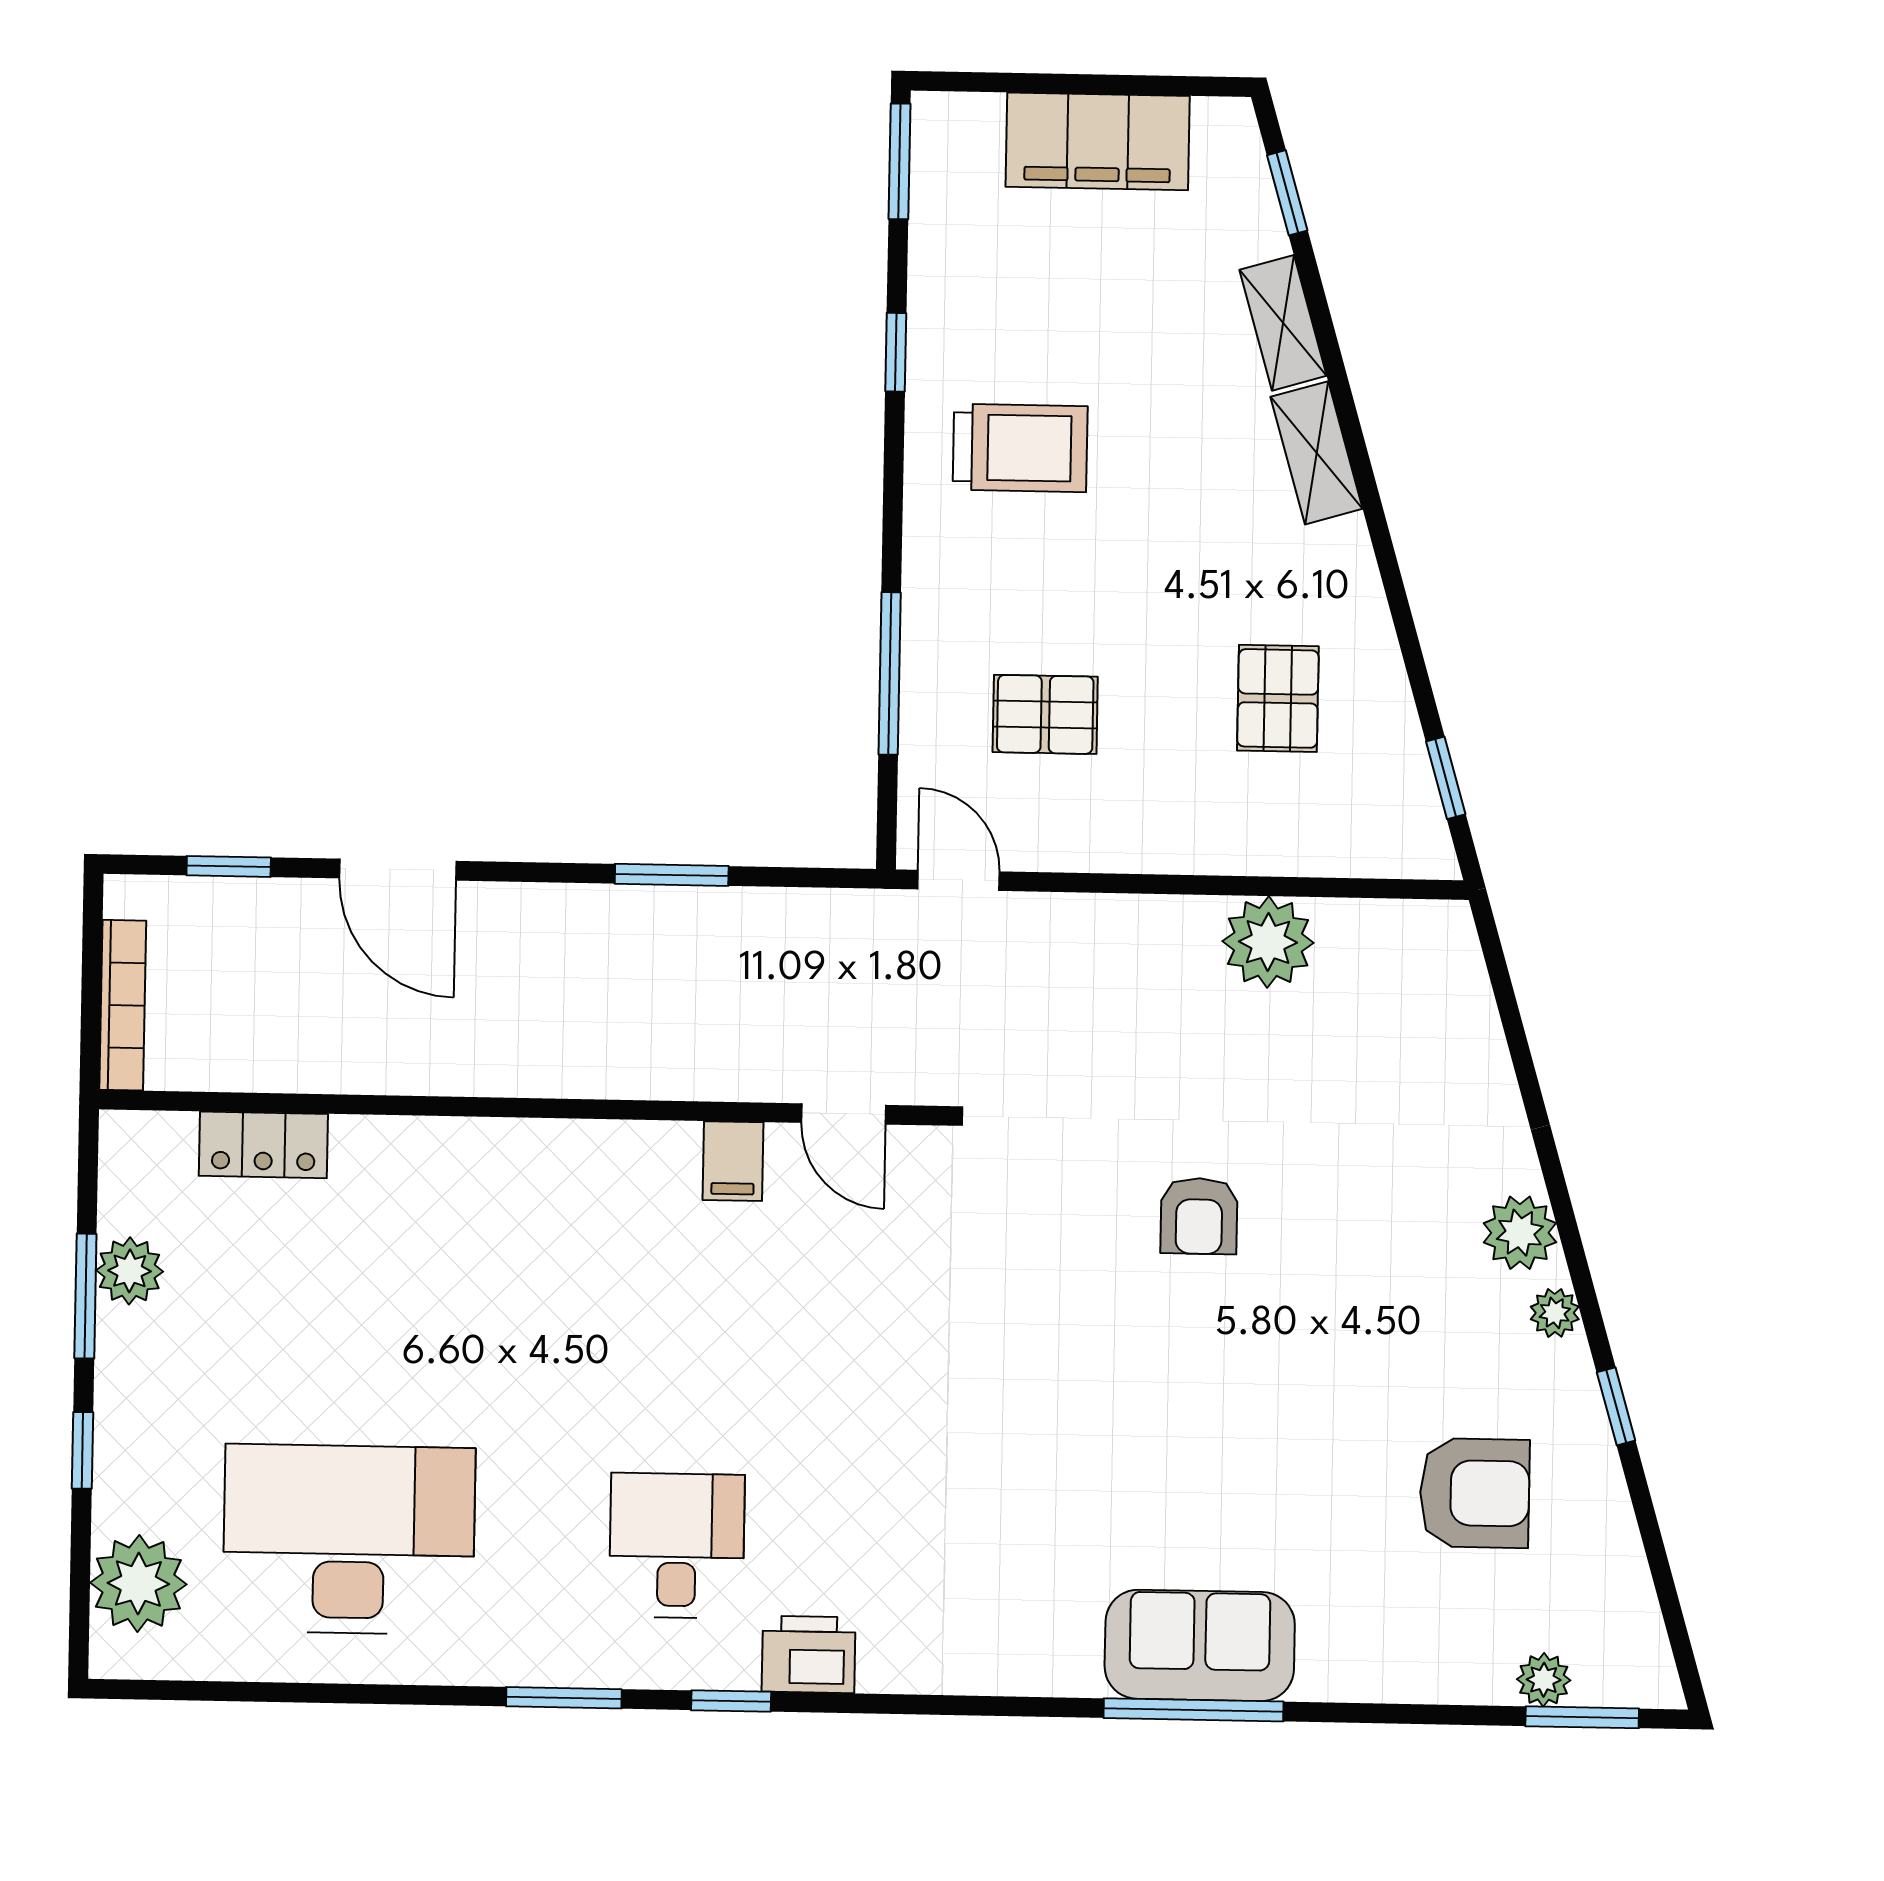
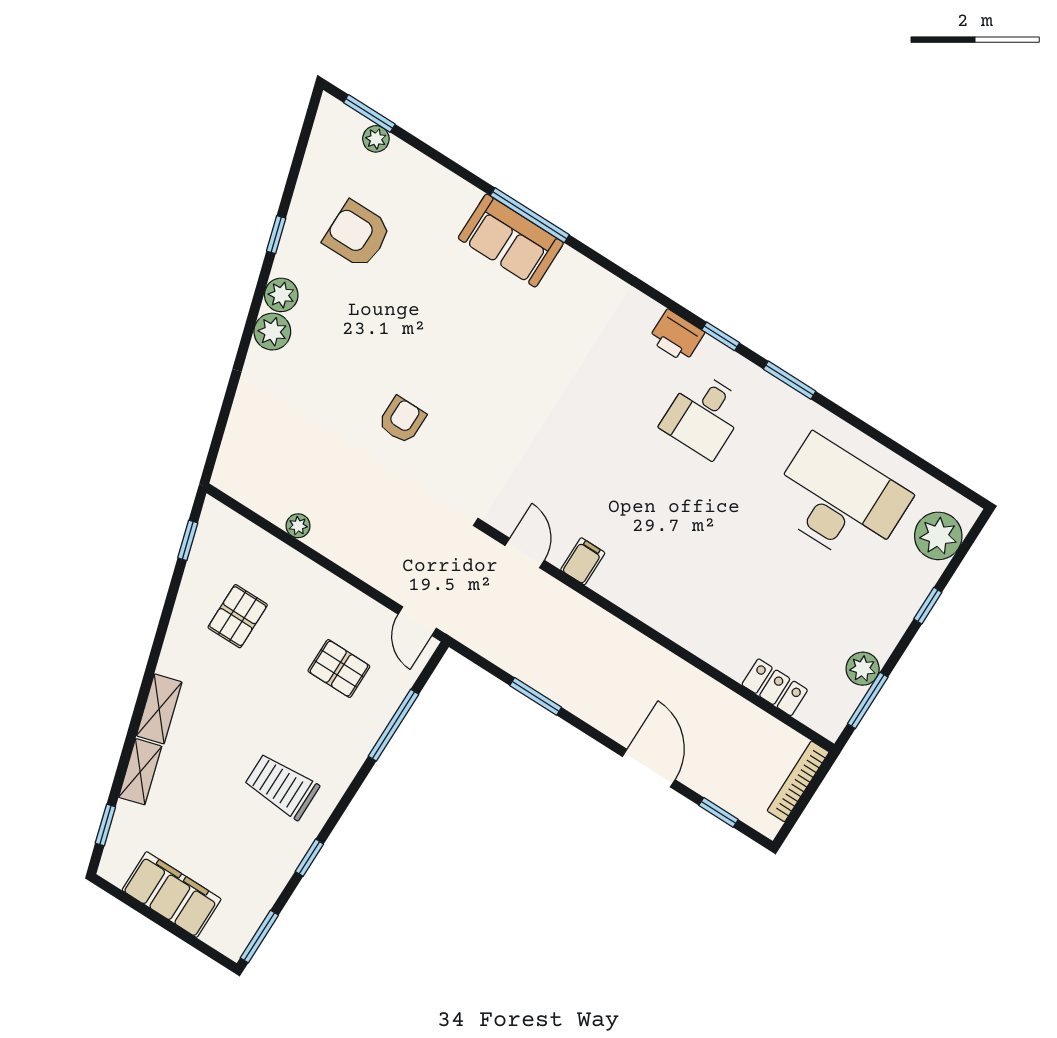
plant: (1268, 942) -> (298, 526), width x0.53, depth x0.53
window: (85, 1296) -> (868, 700), moved
plant: (1555, 1313) -> (281, 295), width x1.38, depth x1.38
desk: (349, 1539) -> (839, 501), turned 180

